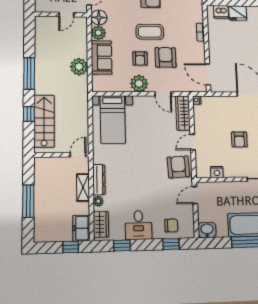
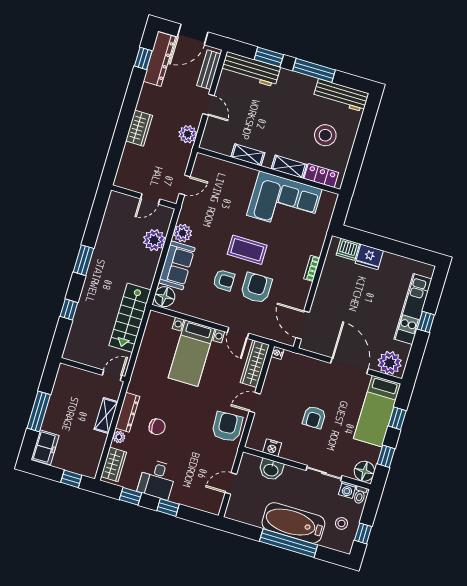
floor lamp: (99, 17) -> (165, 297), moved
armchair: (140, 58) -> (224, 280), turned -90
plant: (79, 67) -> (154, 240), moved
window: (29, 73) -> (83, 260), width x0.69
plant: (139, 83) -> (212, 311), removed
bed with nightstands: (113, 119) -> (192, 353), moved
stairs: (44, 121) -> (130, 318), moved, turned 180
door: (195, 195) -> (231, 483), moved
chair: (171, 225) -> (157, 427), moved
freezer: (81, 228) -> (45, 447), moved, turned 180
washbasin: (207, 230) -> (271, 470), moved, turned 180
window: (171, 244) -> (168, 507), moved

